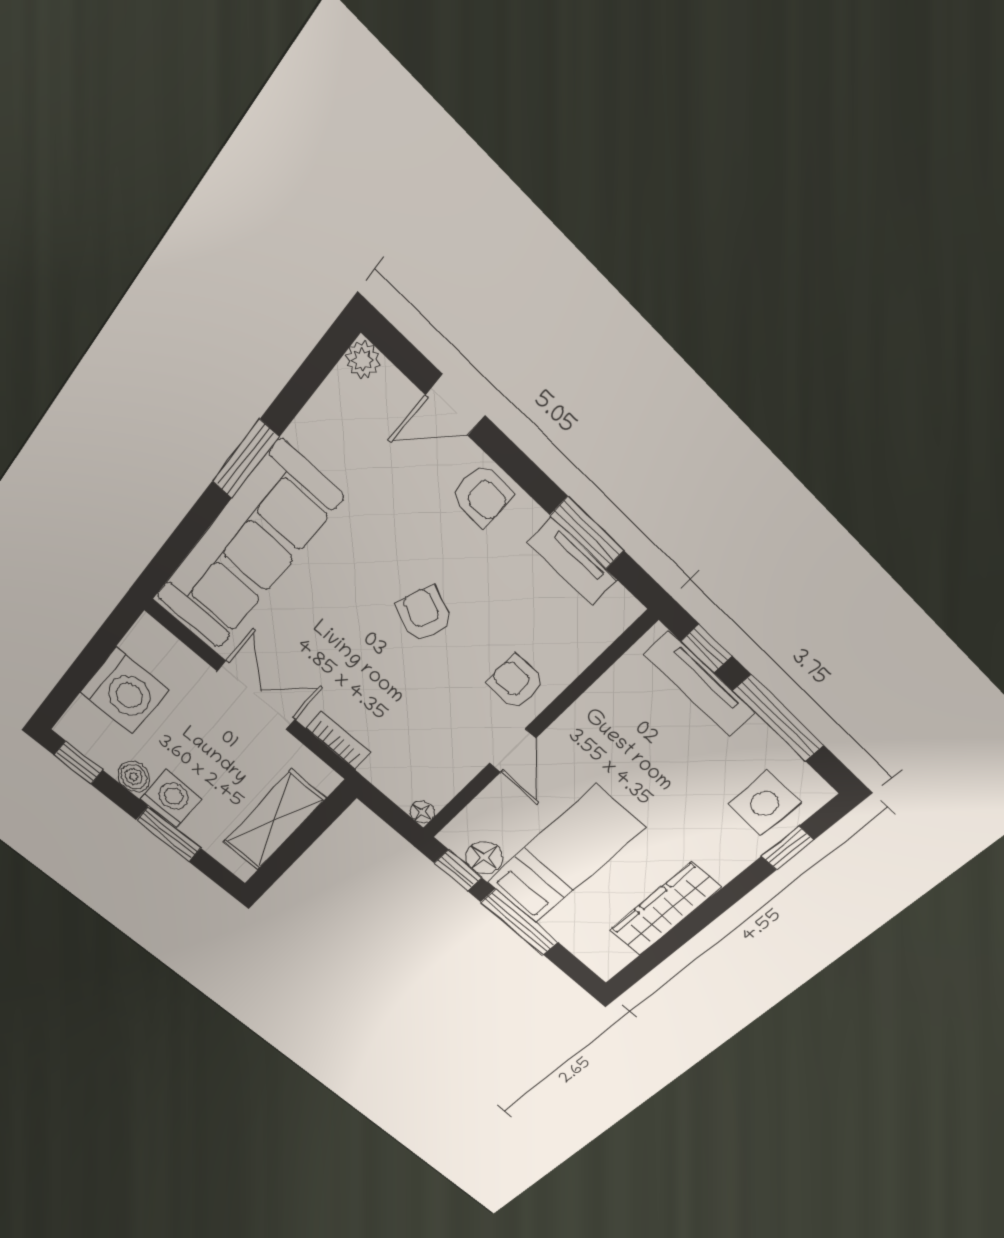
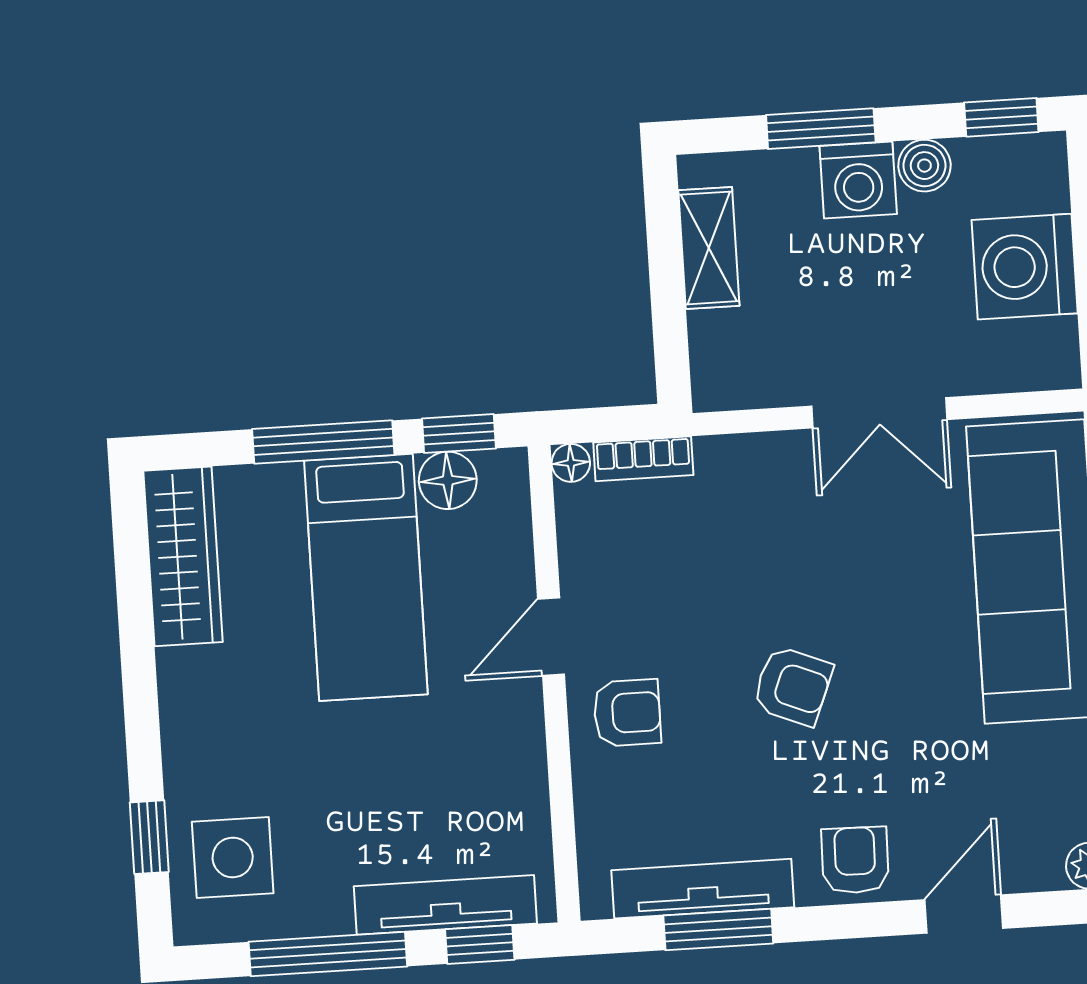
armchair: (482, 495) -> (855, 860), turned 90
tv unit: (572, 562) -> (703, 889), width x1.41
bookcase: (338, 740) -> (643, 459), moved
door: (513, 751) -> (551, 637), hinge flipped
shelving: (274, 820) -> (709, 248), width x0.67, depth x0.75
wardrobe: (665, 909) -> (183, 556), moved

